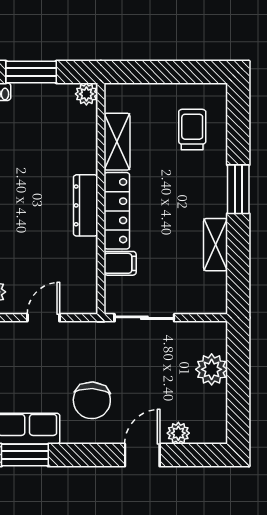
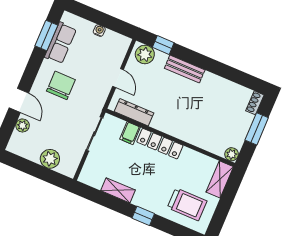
trolley: (192, 130) -> (187, 204), width x1.36, depth x1.39
shelving: (117, 142) -> (220, 179), moved, turned 90
window: (238, 189) -> (143, 216), width x0.67
dresser: (86, 205) -> (134, 112), moved
chair: (92, 400) -> (61, 85), turned 87

